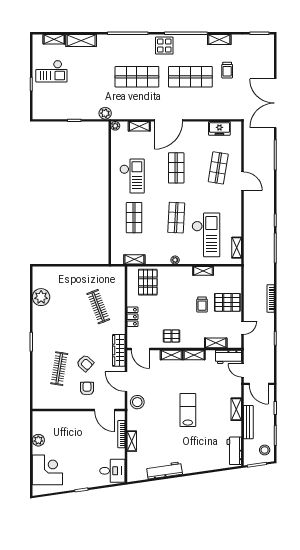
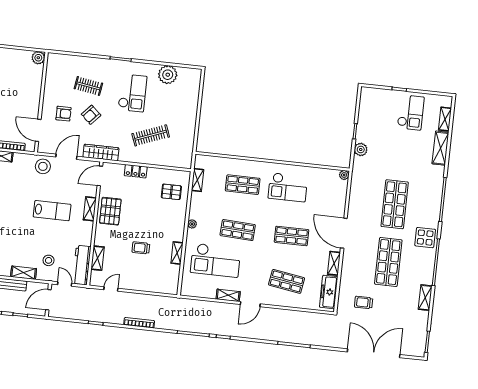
trolley: (227, 70) -> (364, 302), moved
checkout: (51, 71) -> (411, 112), turned 180
double door: (275, 103) -> (374, 353), moved
plant: (105, 113) -> (361, 149), moved
shelving: (139, 126) -> (334, 263), moved
freezer: (219, 128) -> (329, 292), width x1.40
door: (243, 181) -> (250, 304), moved
shelving: (237, 248) -> (228, 295), moved
pallet: (148, 282) -> (171, 192), width x0.67, depth x0.71
pallet: (227, 302) -> (140, 276), removed
checkout: (61, 327) -> (132, 93), added
door: (243, 328) -> (111, 289), swing flipped
pallet: (171, 336) -> (110, 211), width x1.50, depth x1.42
shelving: (194, 355) -> (87, 233), removed
workbench: (228, 357) -> (82, 265), width x1.38
clothes rail: (59, 369) -> (88, 86), width x0.73
door: (243, 370) -> (65, 284), hinge flipped
stool: (223, 388) -> (49, 260), added
door: (105, 410) -> (38, 130), hinge flipped
lab bench: (188, 410) -> (52, 211), moved
plant: (38, 440) -> (38, 58), moved

